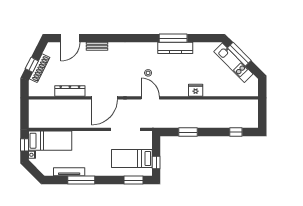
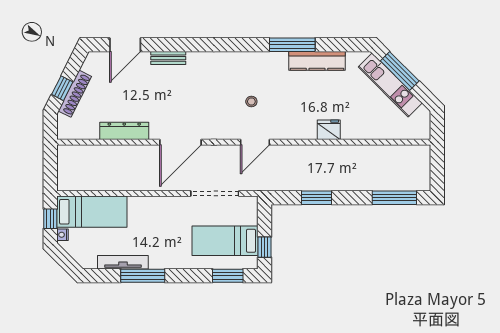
kitchen counter: (175, 48) -> (317, 61), moved
door: (150, 98) -> (255, 142), swing flipped
window: (236, 132) -> (394, 198), width x2.17

